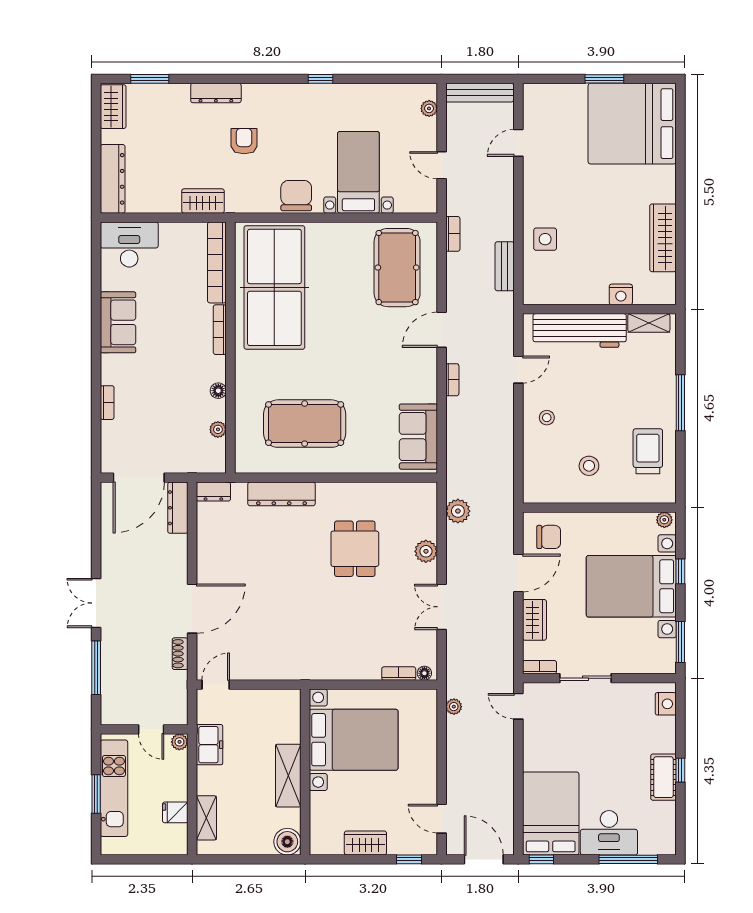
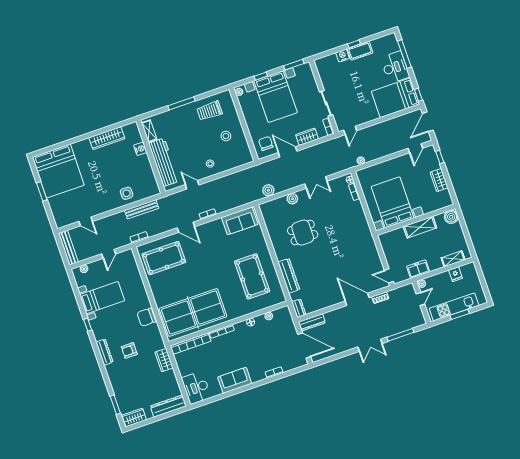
dresser: (216, 93) -> (105, 352), moved
bed with nightstands: (358, 172) -> (102, 298), moved, turned 180
bench: (505, 266) -> (142, 209), width x1.36
nightstand: (666, 704) -> (343, 56), moved

